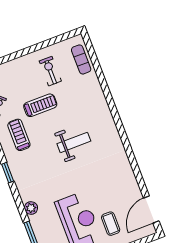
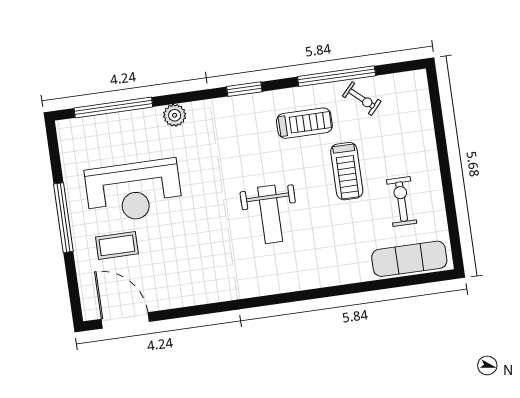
exercise mat: (81, 59) -> (409, 259), width x1.36, depth x1.45
exercise bike: (50, 71) -> (402, 202), turned -90

